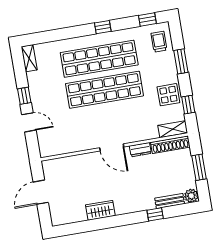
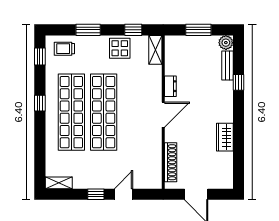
shoe rack: (170, 145) -> (171, 162), moved

